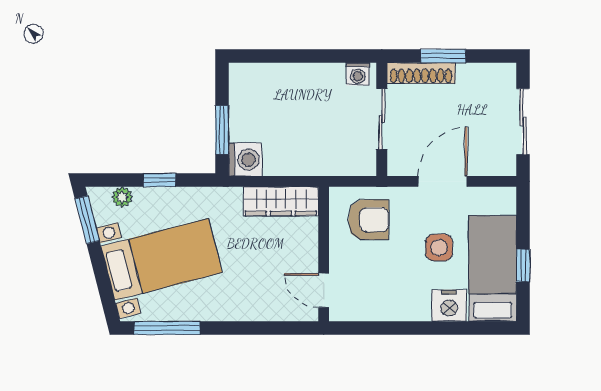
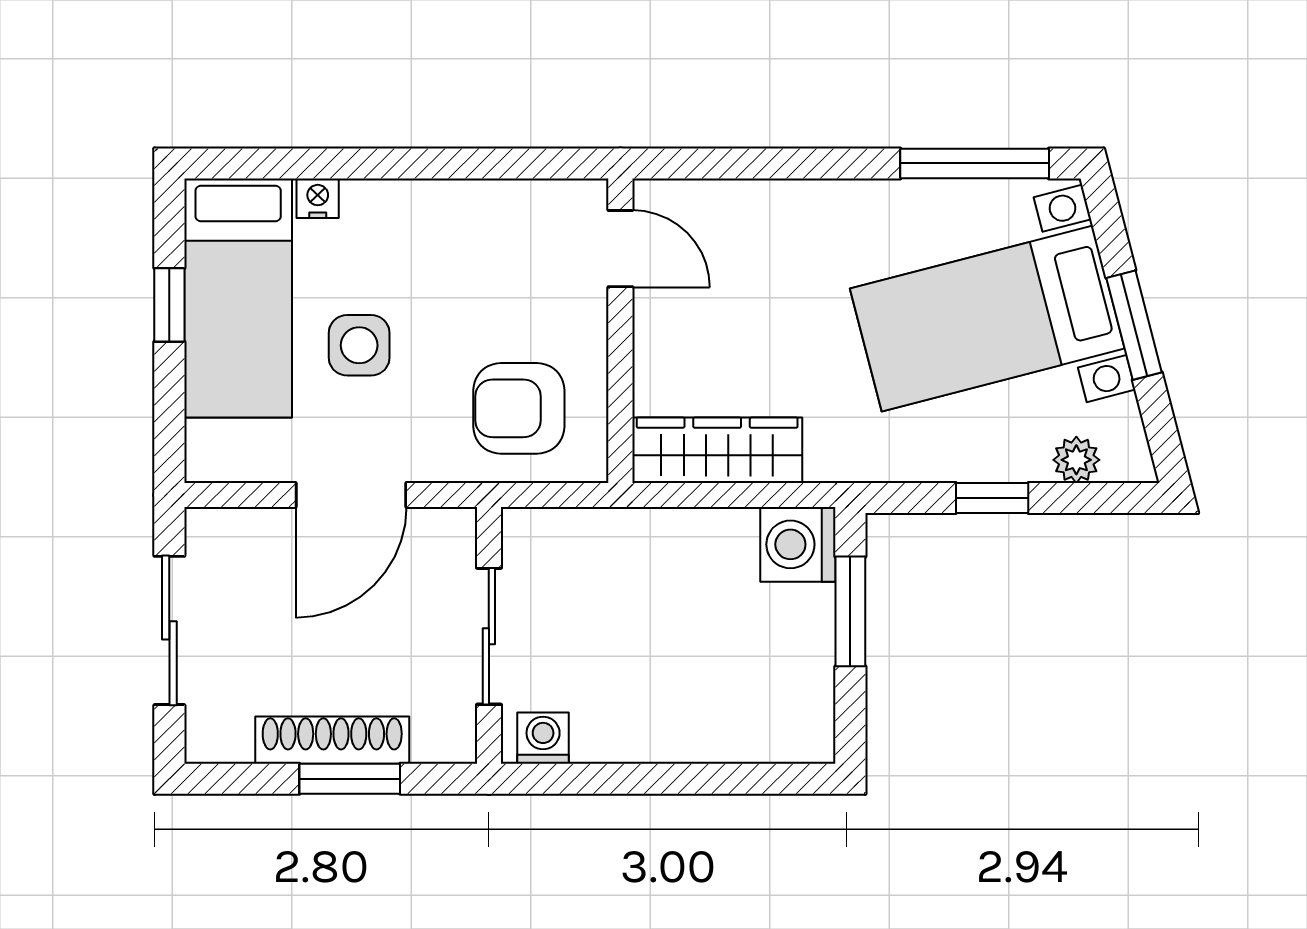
shoe rack: (421, 73) -> (332, 740), moved
window: (87, 220) -> (1134, 325), moved
nightstand: (449, 306) -> (318, 198), width x0.53, depth x0.56

